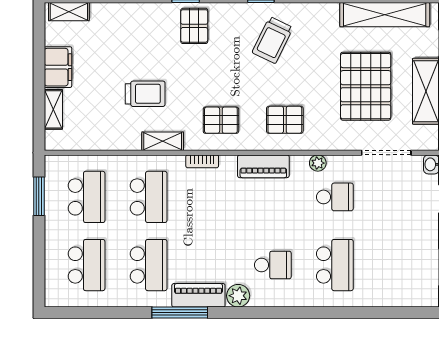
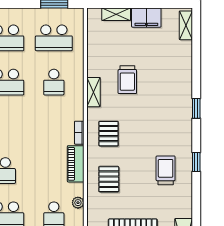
pallet: (194, 26) -> (176, 115), removed
trolley: (273, 40) -> (166, 170), turned 64
bookcase: (202, 161) -> (79, 133), moved
school desk: (149, 197) -> (54, 82), width x0.54

